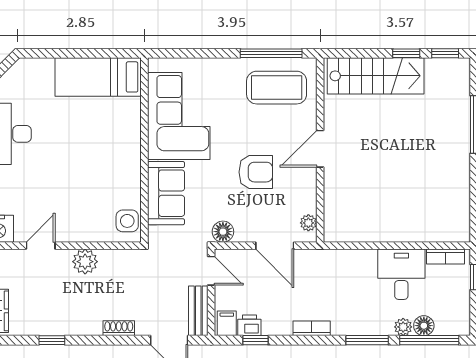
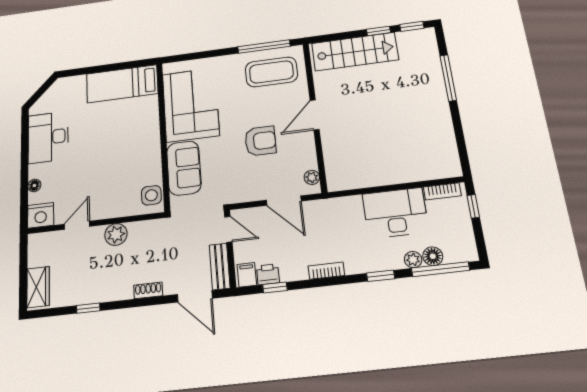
floor lamp: (223, 232) -> (236, 194), removed
desk: (401, 274) -> (395, 213), width x1.37
window: (367, 340) -> (381, 276), width x0.67

